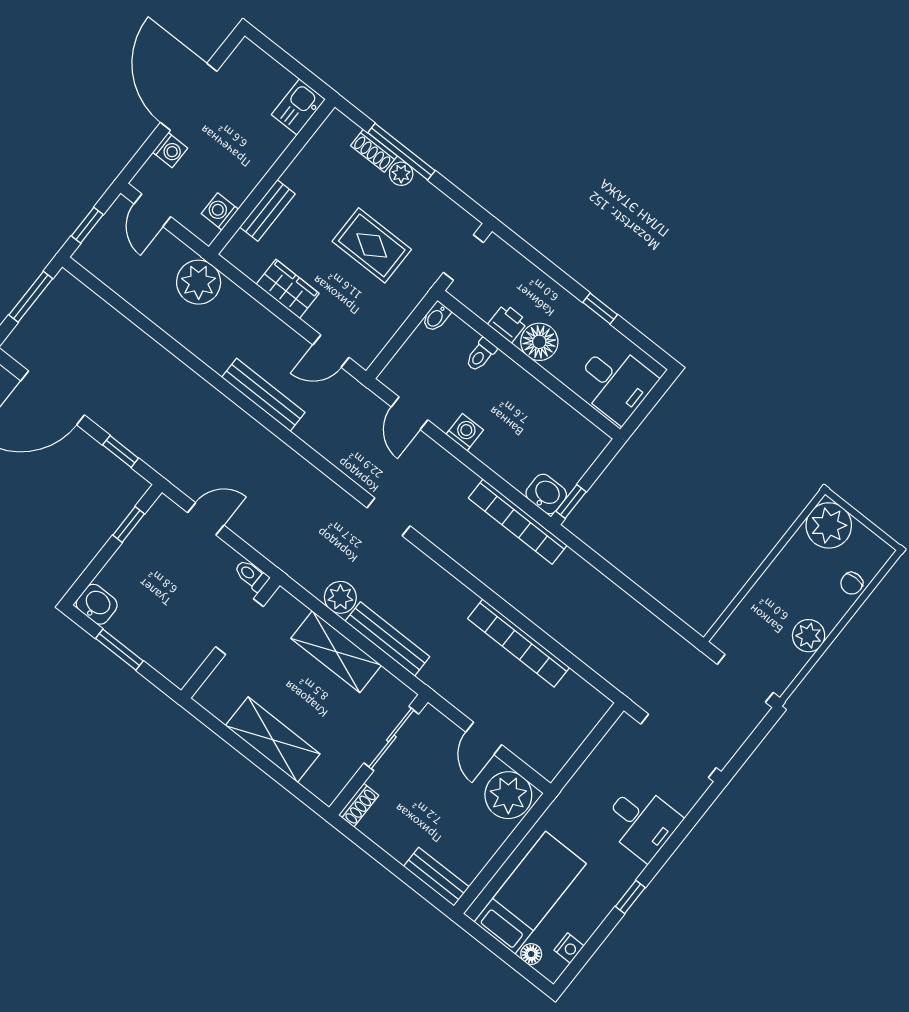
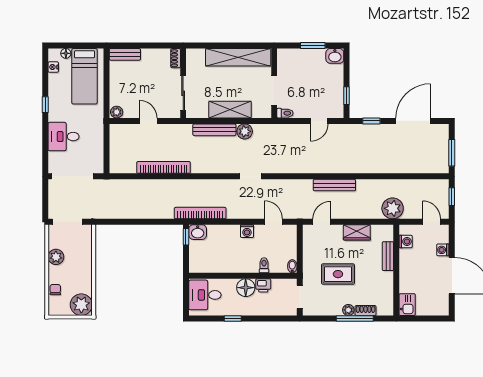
shelving: (273, 740) -> (238, 57), width x1.47
plant: (508, 795) -> (117, 112), width x0.53, depth x0.53

